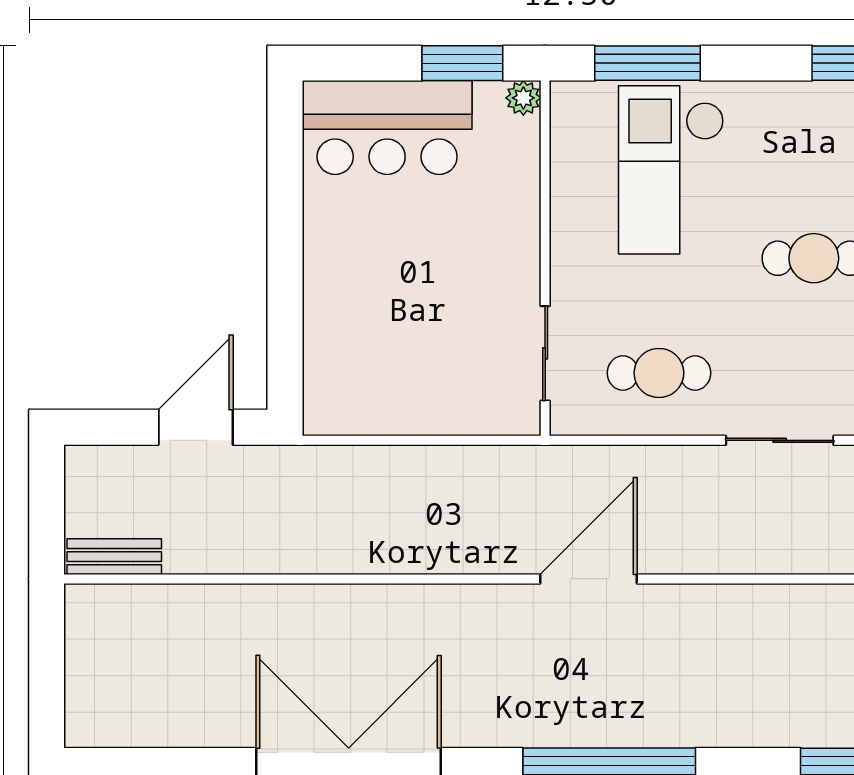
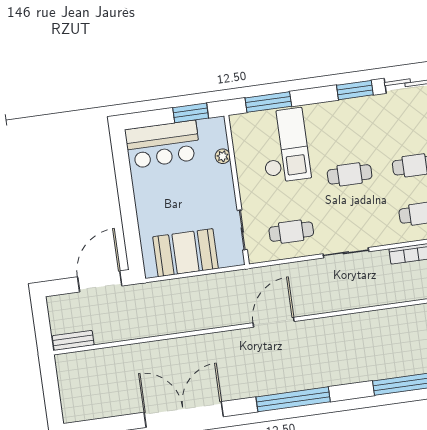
plant: (523, 98) -> (223, 156), moved
checkout: (671, 170) -> (285, 146), turned 180
booth: (405, 388) -> (186, 253), added
door: (196, 427) -> (100, 281), width x1.36

